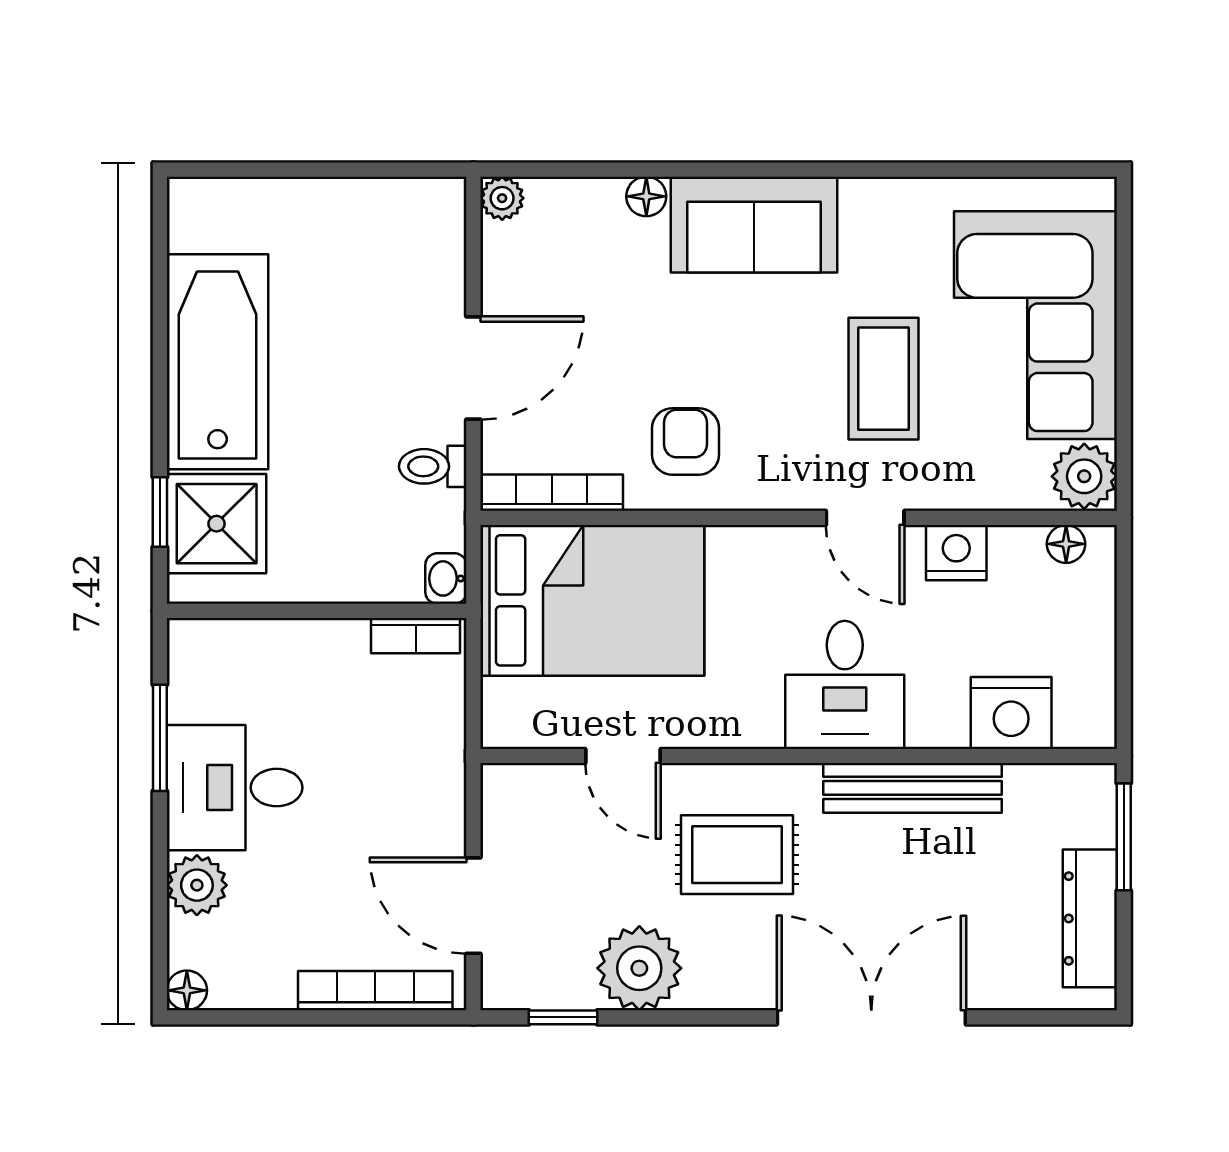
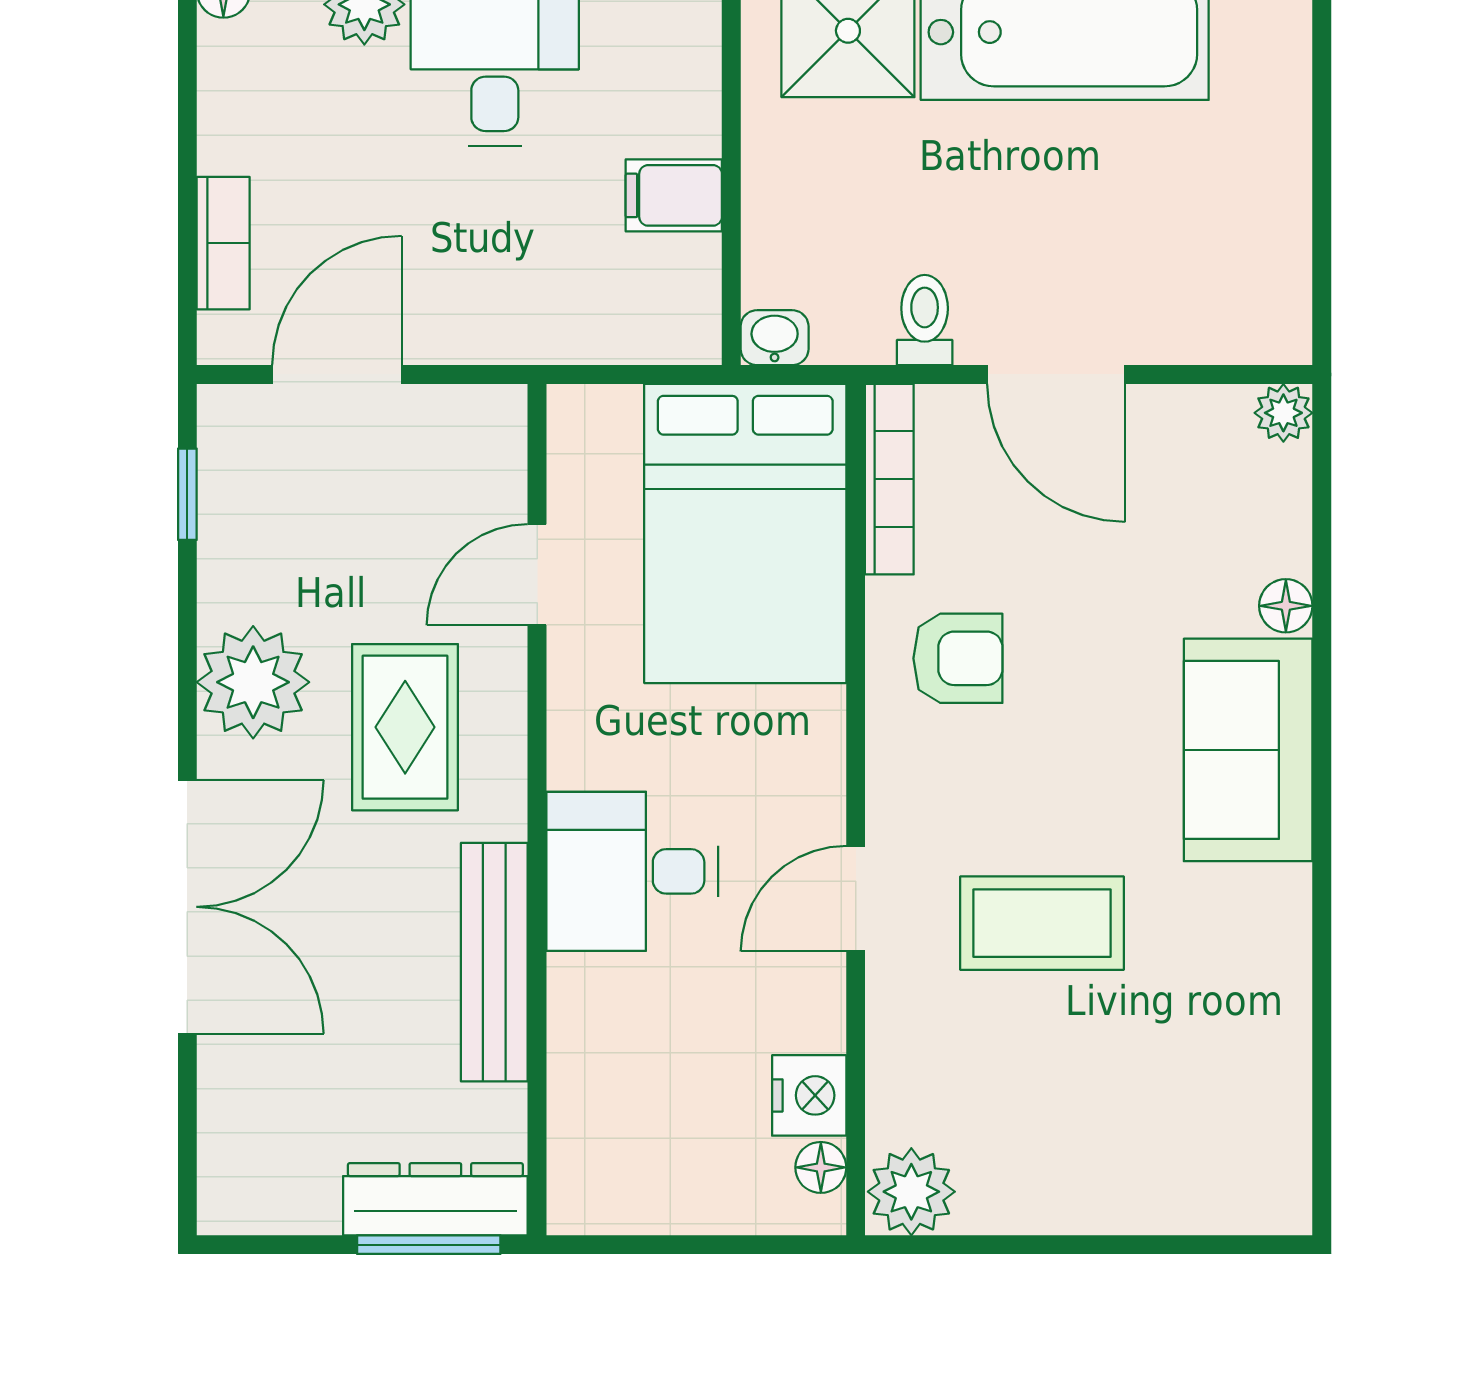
corner sofa: (1035, 325) -> (1114, 1127), removed
nightstand: (956, 553) -> (809, 1095), moved
bookcase: (416, 636) -> (698, 297), removed
filing cabinet: (340, 654) -> (674, 195), added
nightstand: (1011, 713) -> (595, 1094), removed
dresser: (1090, 918) -> (435, 1199), moved
plant: (639, 968) -> (253, 682), moved
bookcase: (375, 991) -> (223, 243), width x0.64

